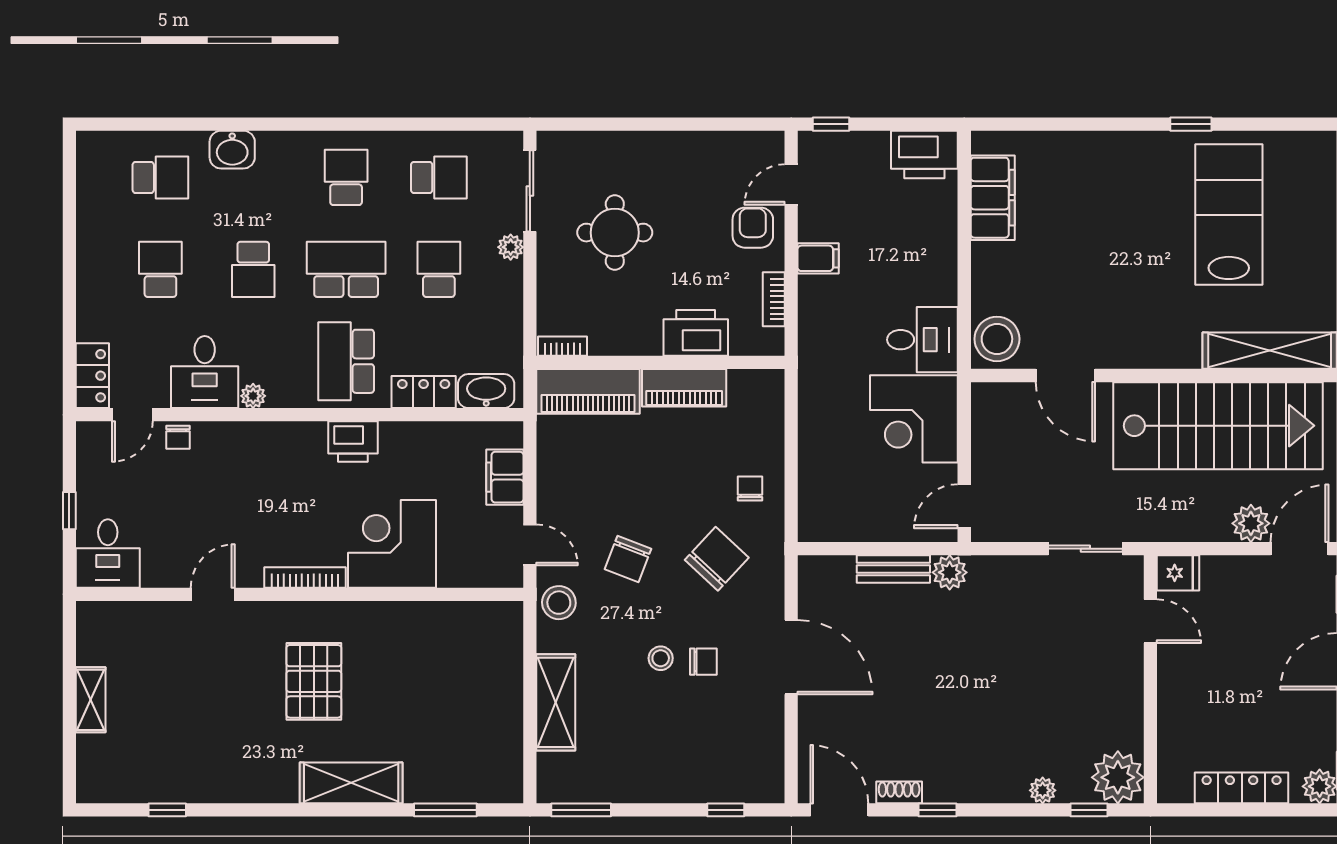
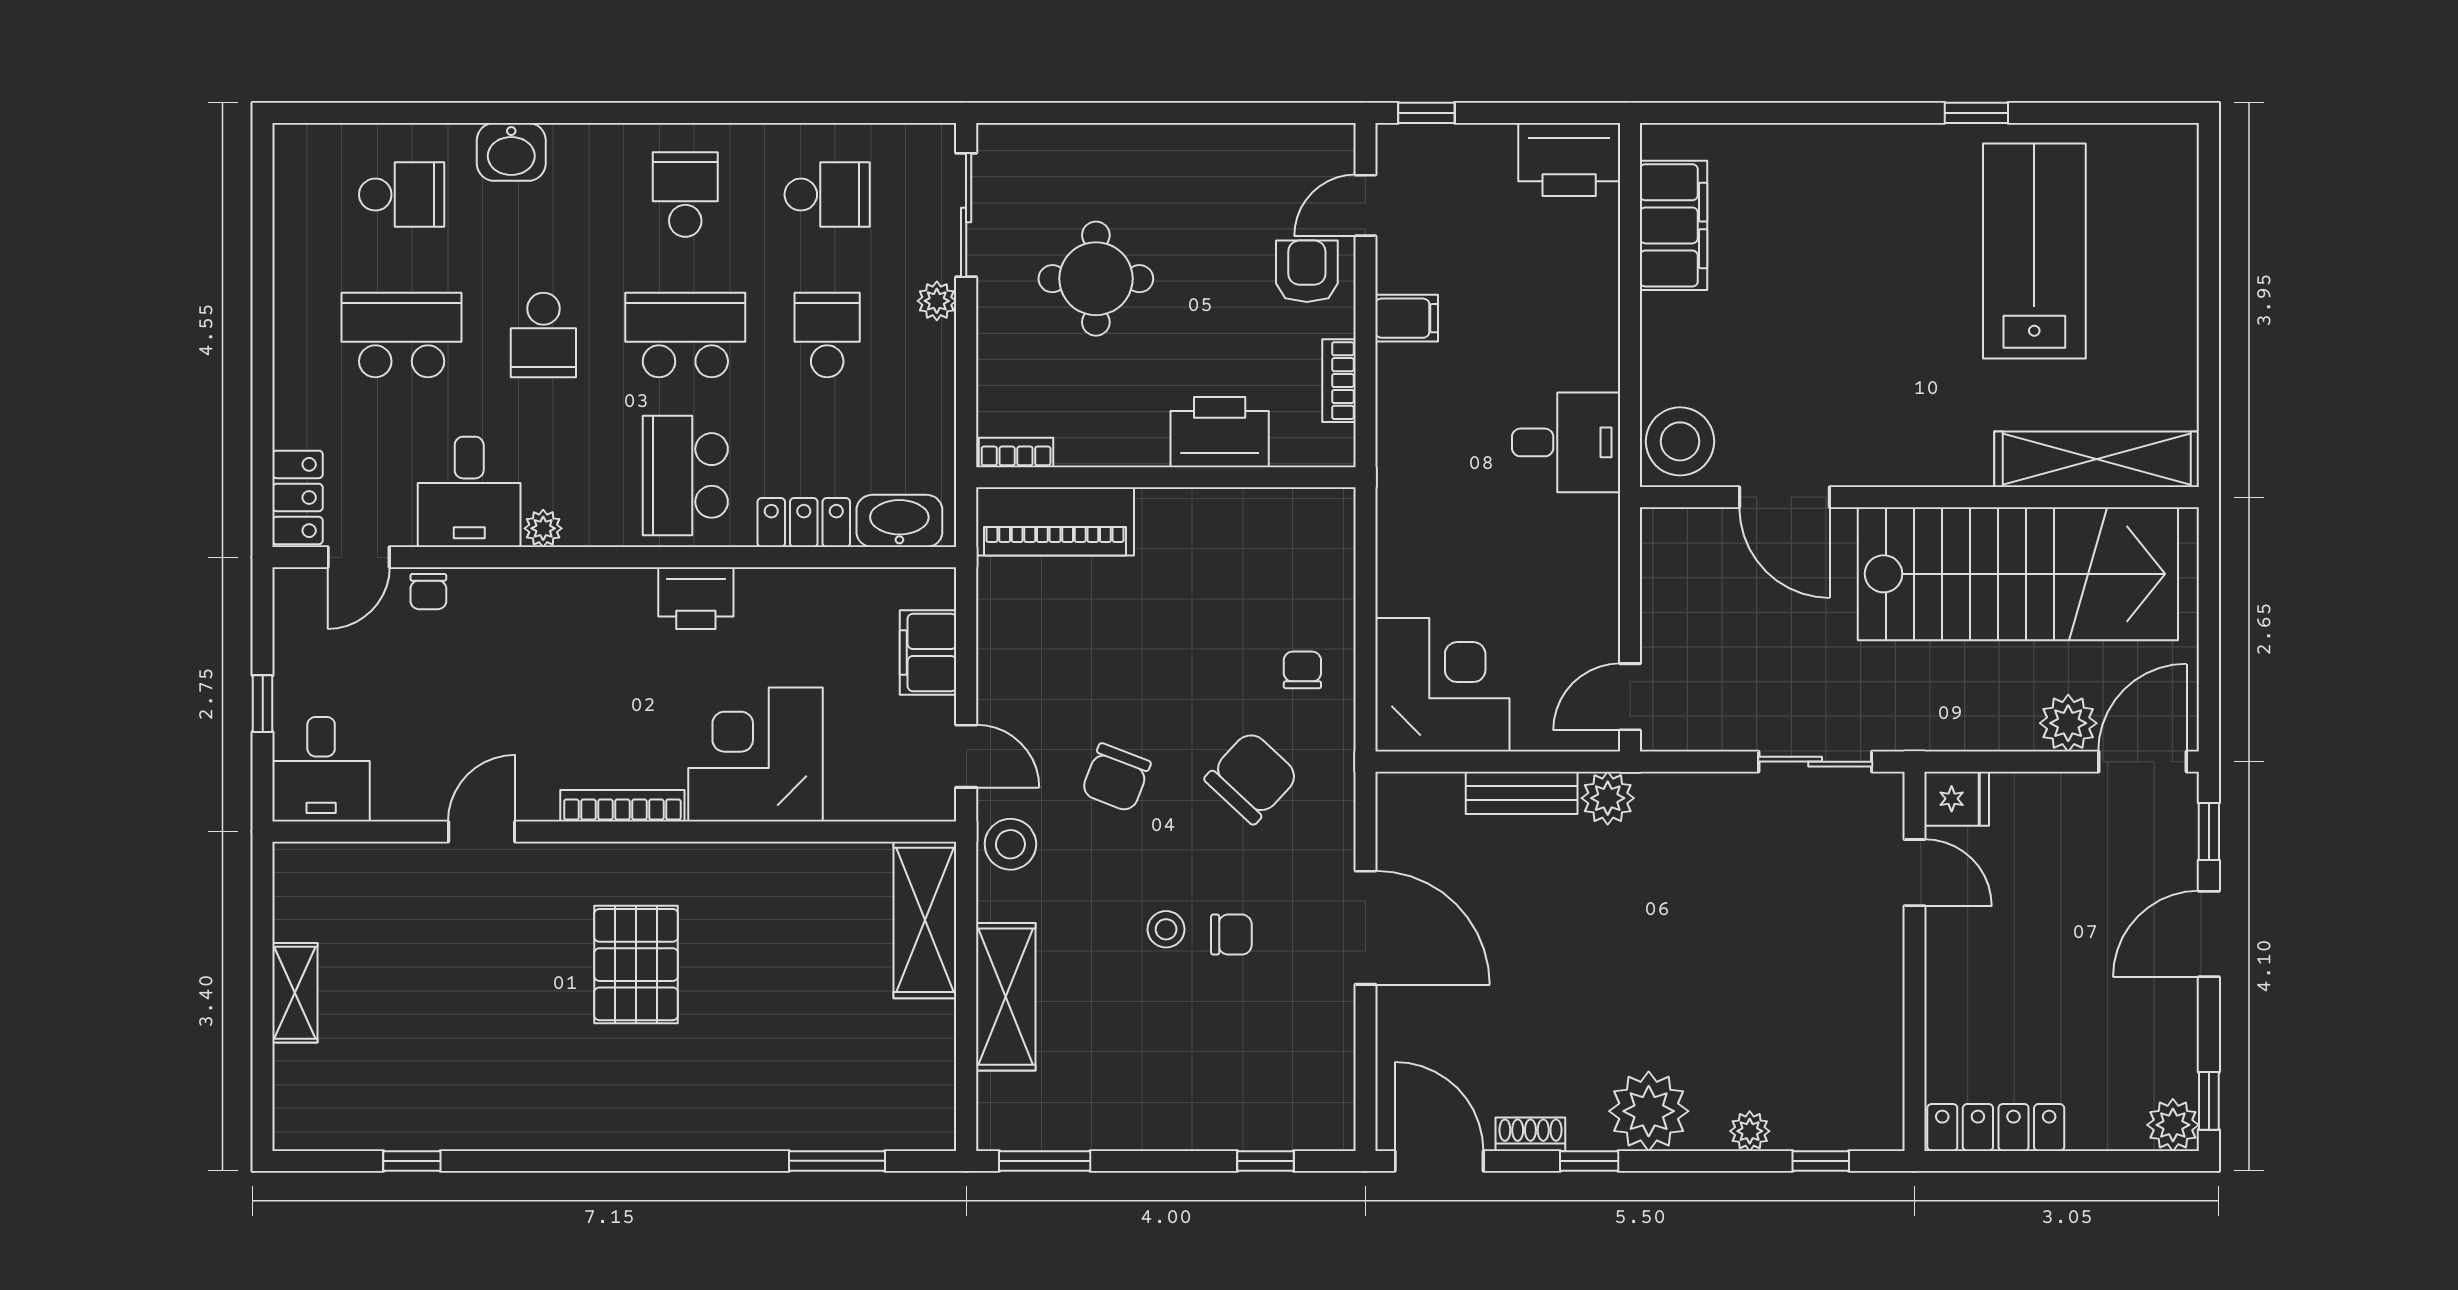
school desk: (160, 269) -> (402, 335), width x1.85
piano: (684, 388) -> (1202, 516), removed
corner desk: (914, 419) -> (1442, 685), moved, turned 180
plant: (1118, 777) -> (1649, 1111), moved
shelving: (351, 783) -> (925, 920), moved, turned 90
locker: (1242, 788) -> (1996, 1127), moved

